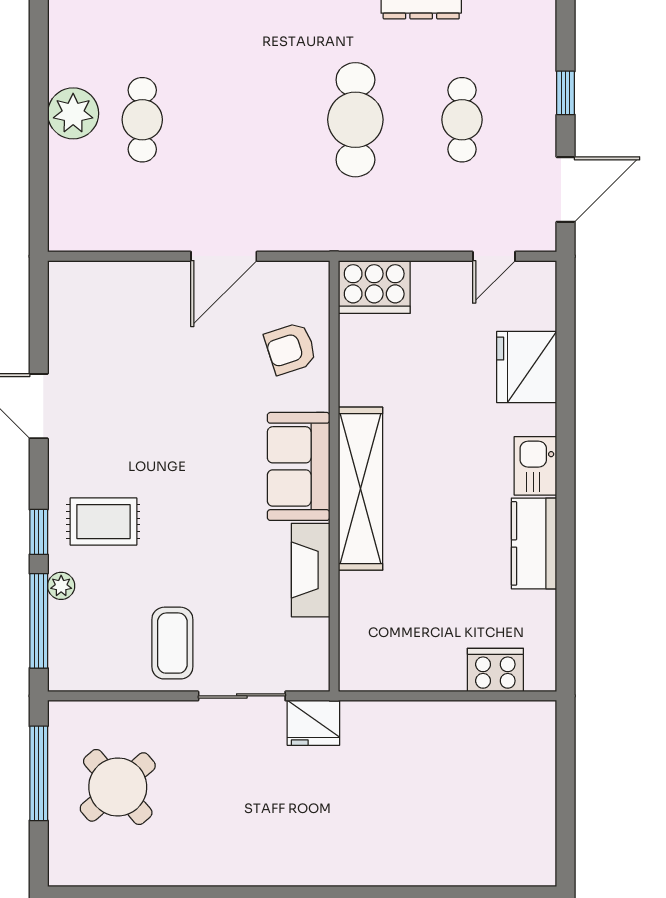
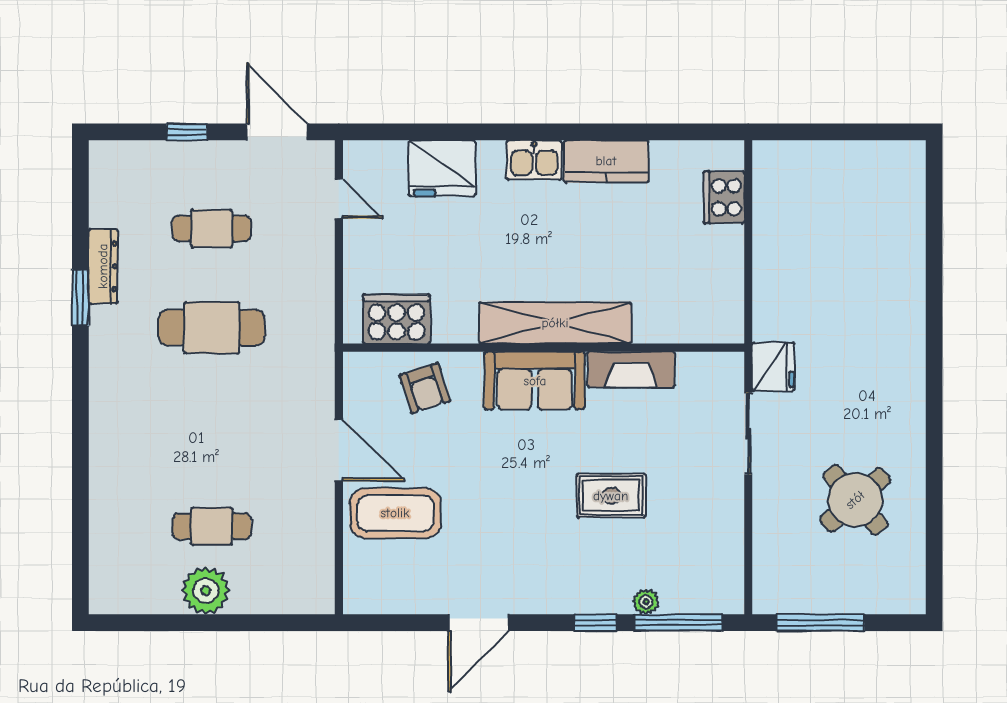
cooker: (374, 287) -> (397, 319), moved, turned -90
rug: (103, 522) -> (611, 496), moved, turned 90
coffee table: (172, 643) -> (395, 513), moved, width x1.36, depth x1.32
round table: (118, 787) -> (855, 500), moved

